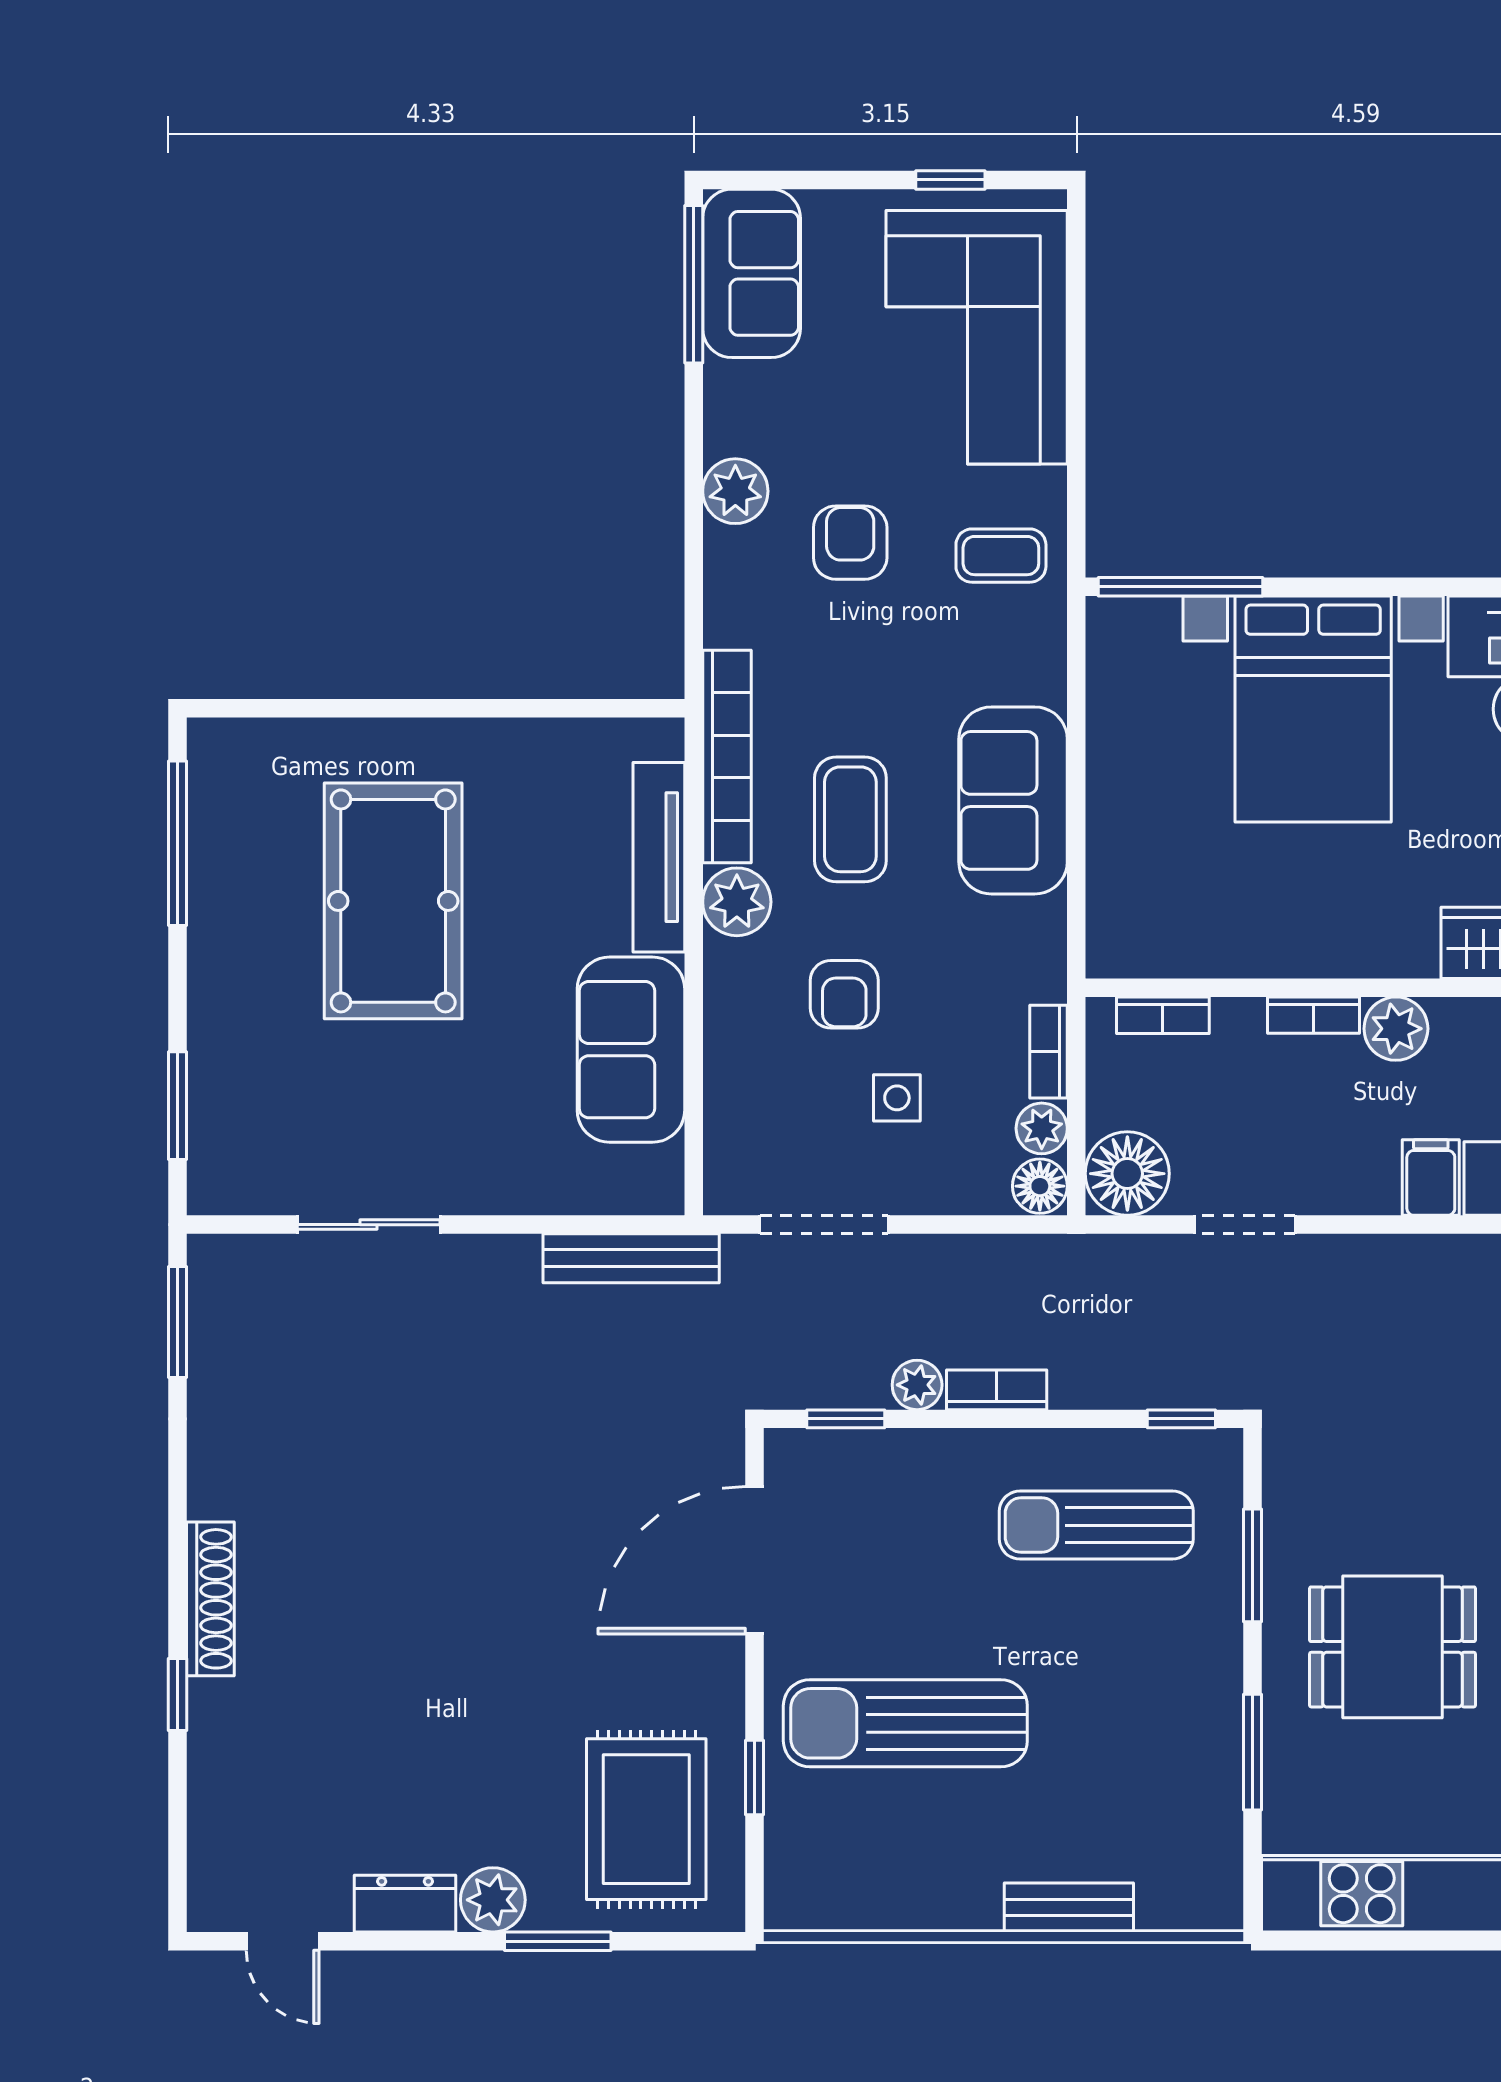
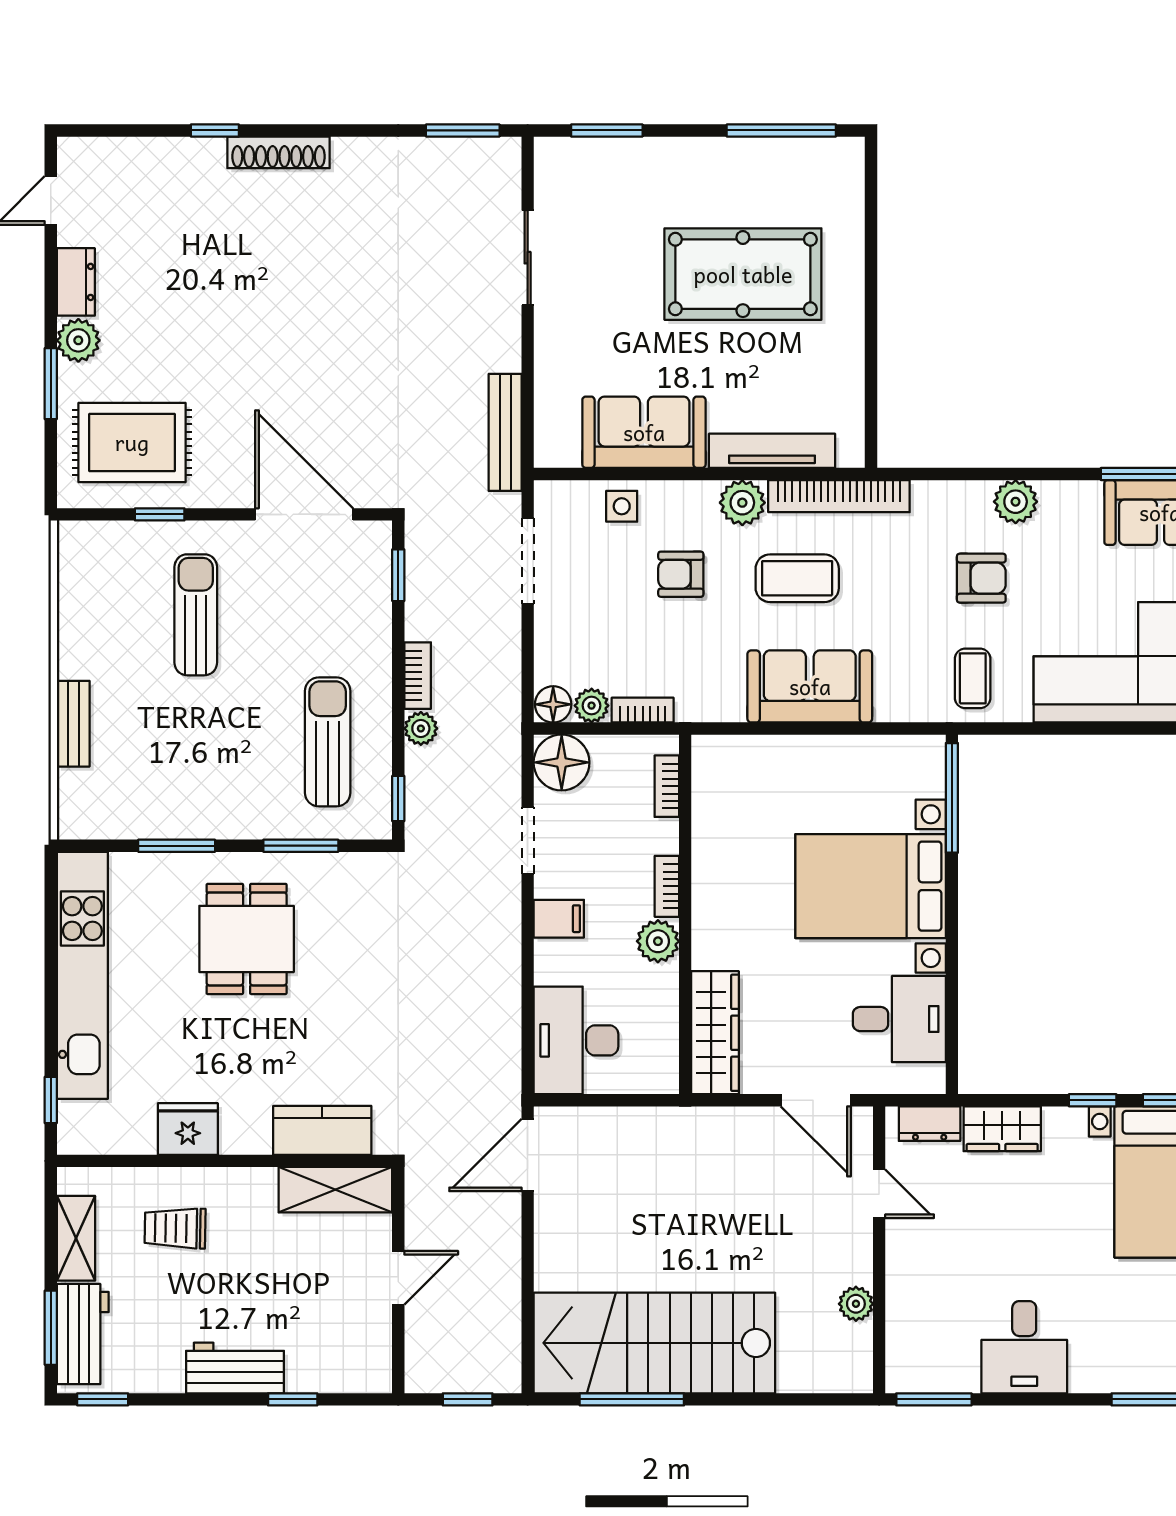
side table: (897, 1098) -> (622, 506), moved
filing cabinet: (1431, 1178) -> (559, 919), moved
plant: (917, 1385) -> (421, 728), moved
sun lounger: (905, 1723) -> (196, 615), width x0.73, depth x0.75

